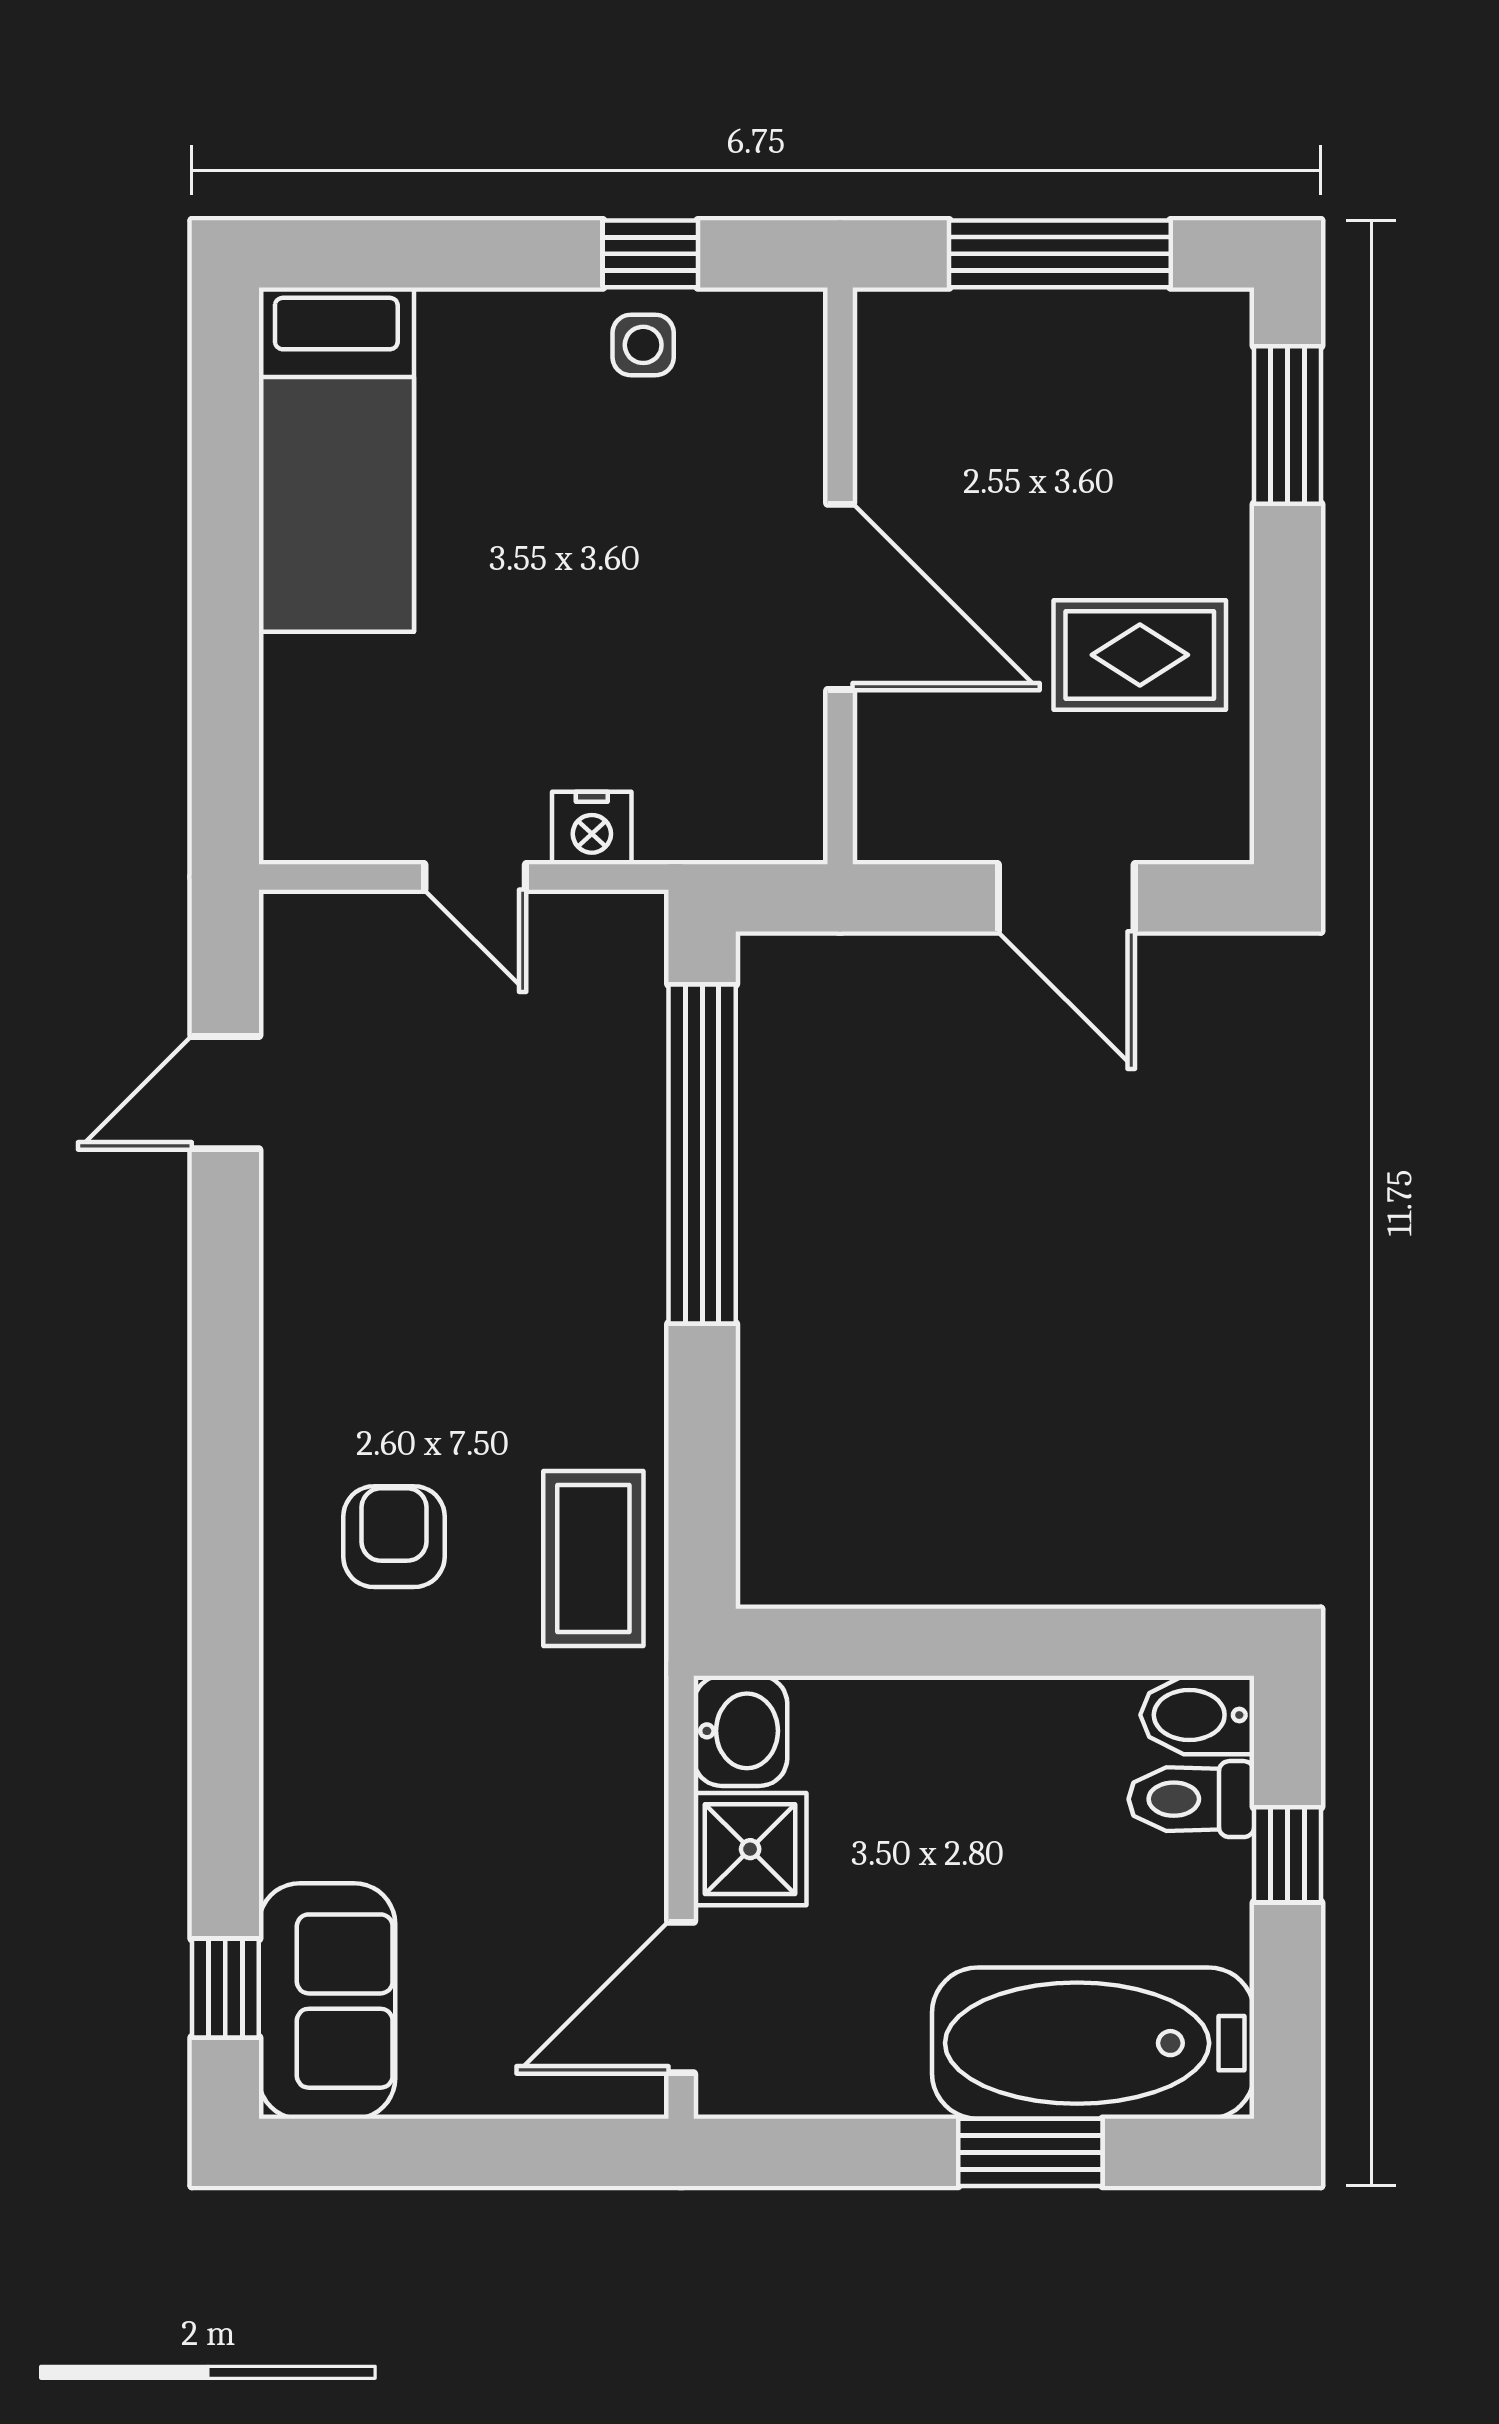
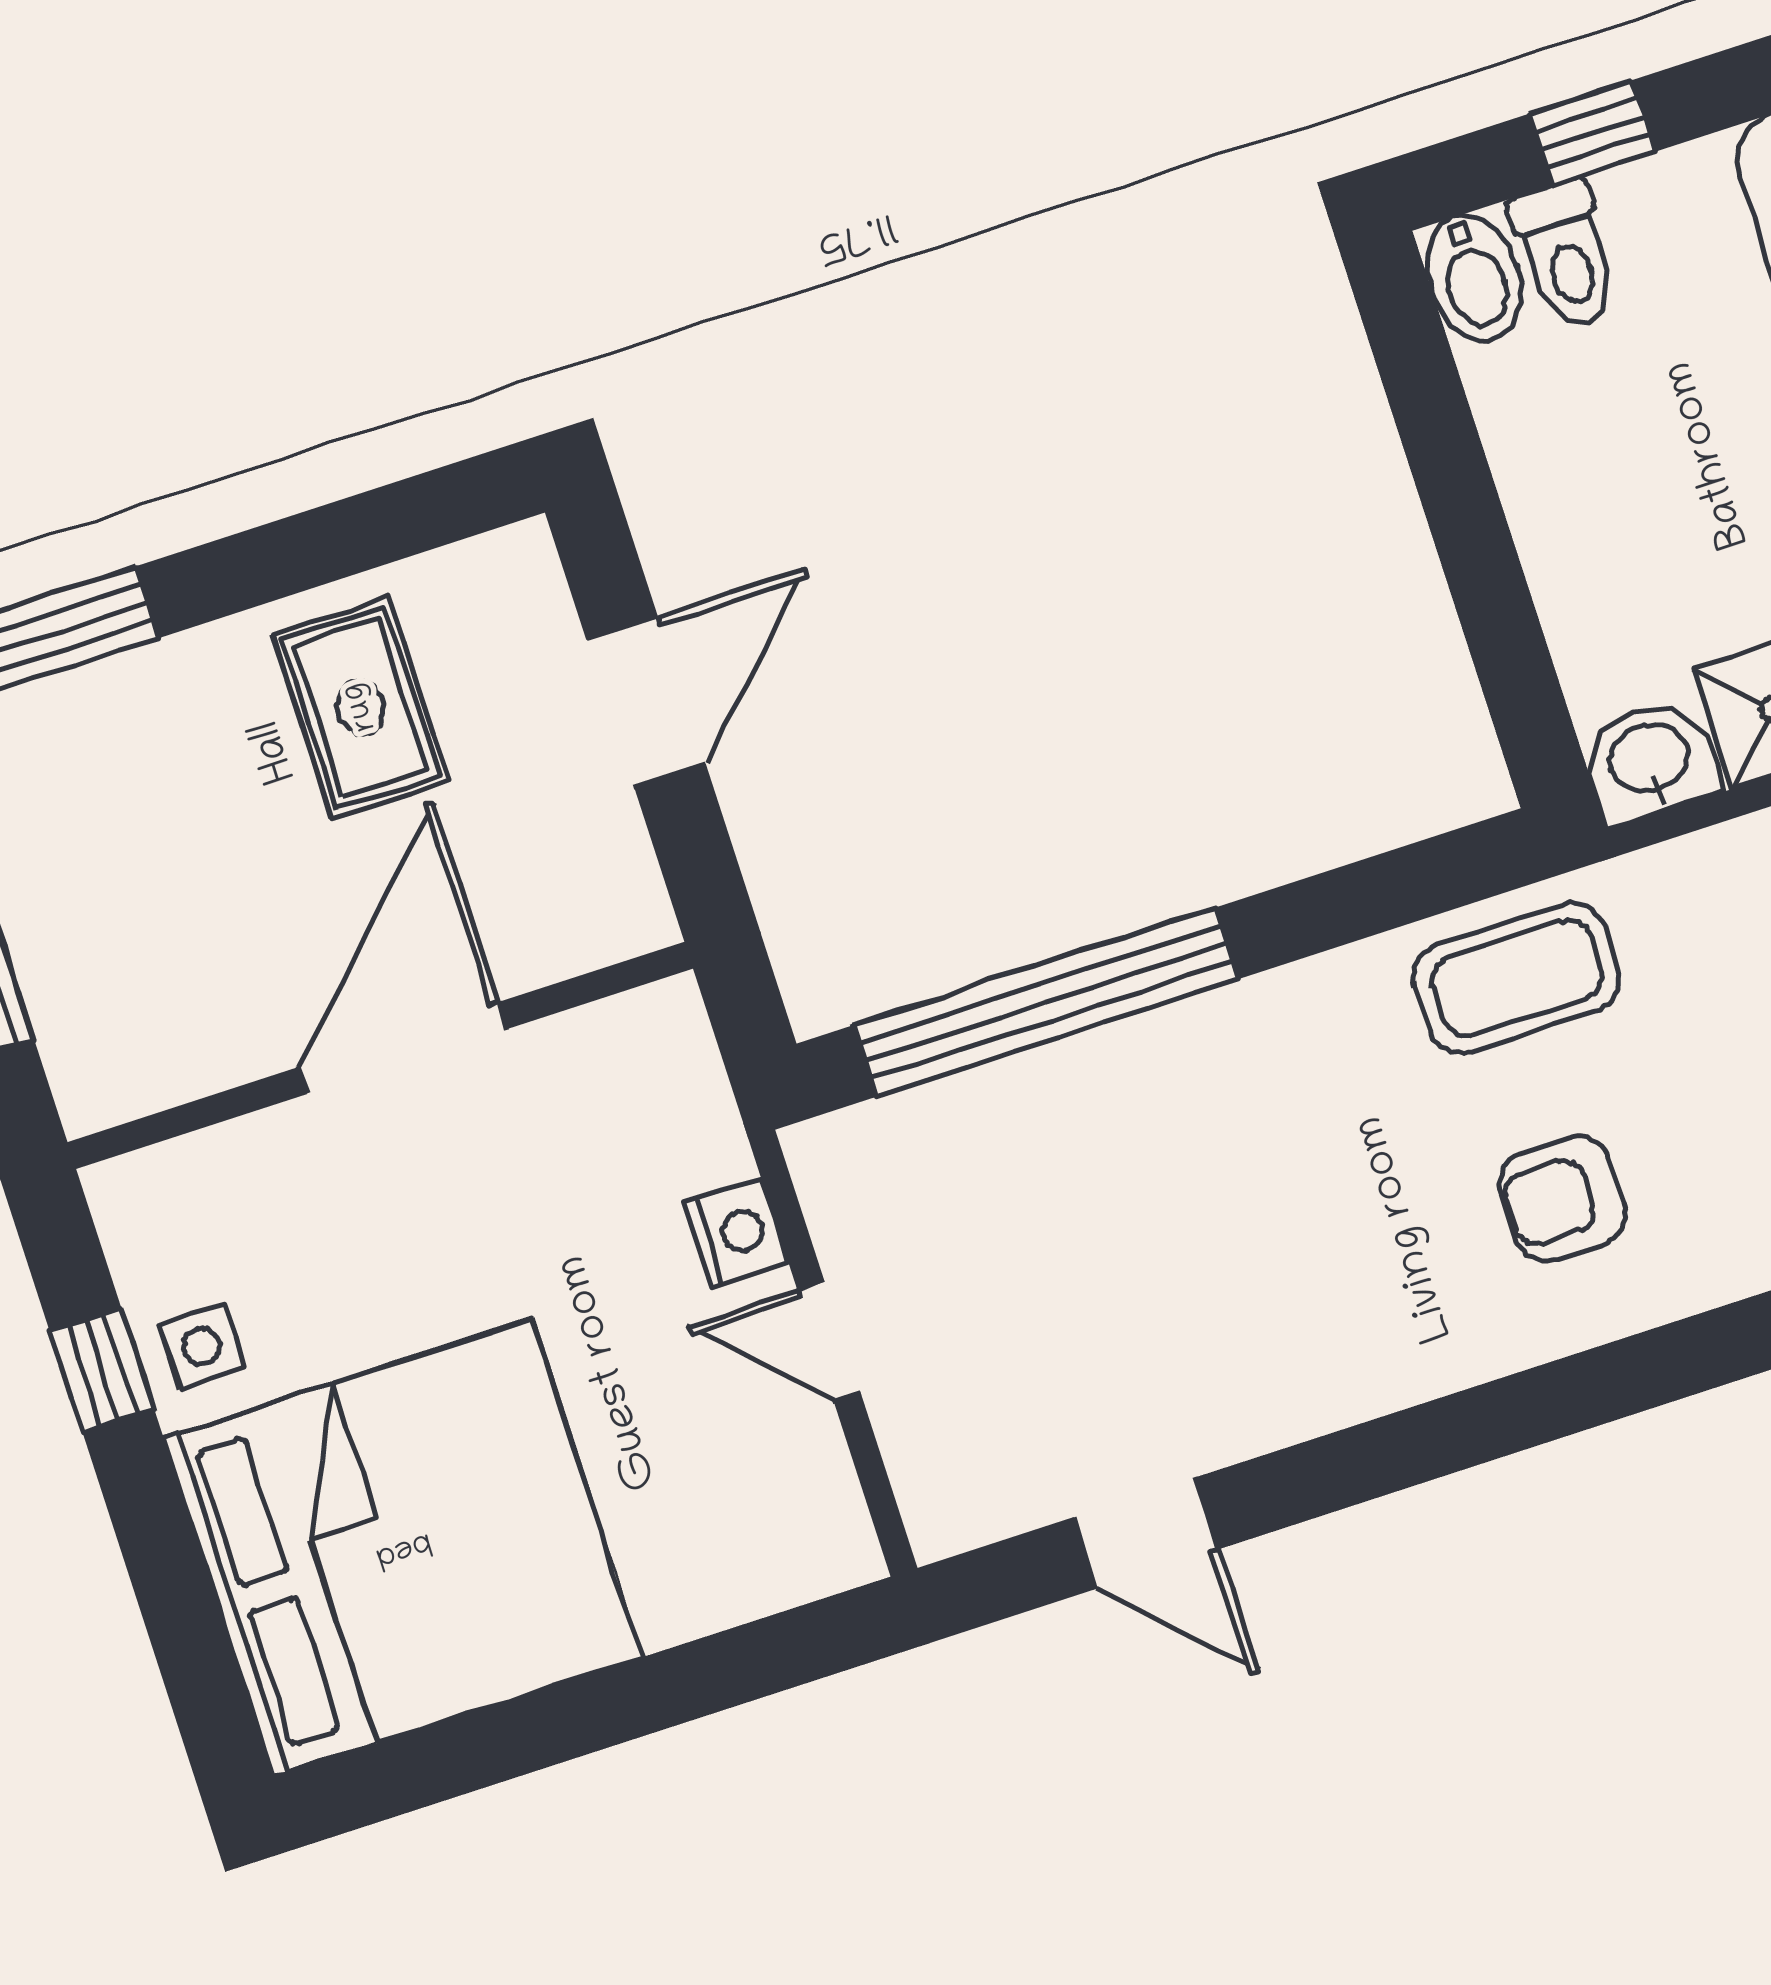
bed: (336, 460) -> (403, 1548), width x2.04
door: (475, 877) -> (829, 1341), swing flipped

